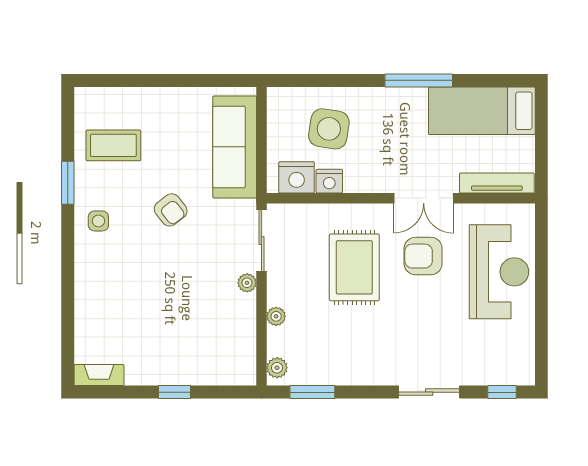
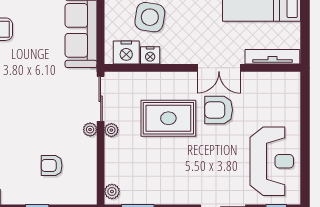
armchair: (171, 210) -> (52, 165), moved, turned 128
rug: (354, 267) -> (168, 118), turned 90
reception desk: (499, 272) -> (272, 161), moved
plant: (276, 316) -> (111, 130), moved

